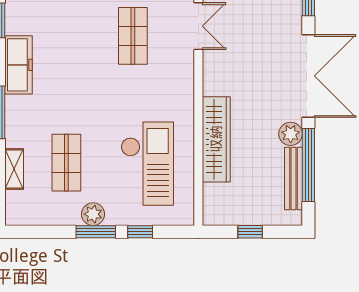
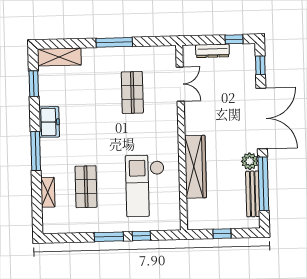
freezer: (19, 65) -> (49, 122), width x0.71
checkout: (147, 164) -> (145, 186), turned 180
plant: (93, 214) -> (106, 224), removed

